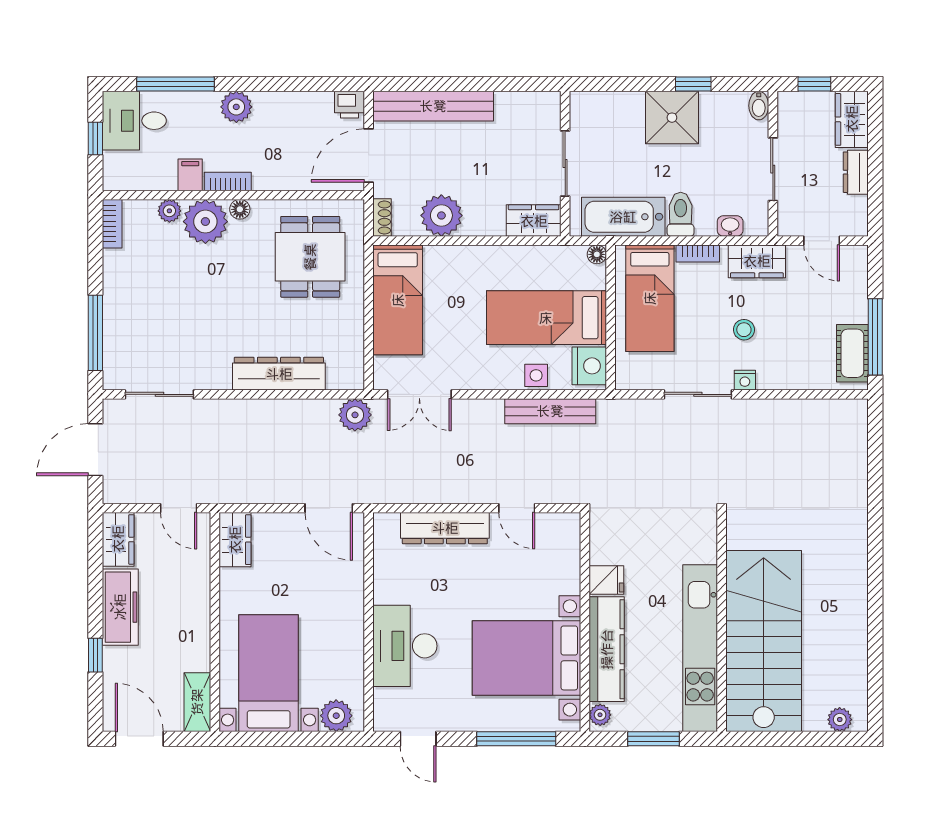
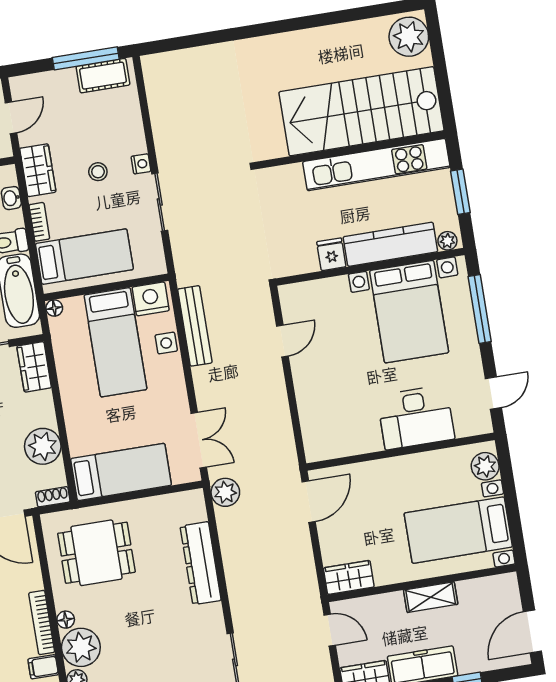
bookcase: (228, 181) -> (42, 623), width x1.56
door: (179, 508) -> (330, 630), hinge flipped
dresser: (445, 528) -> (310, 400), removed
shelving: (197, 702) -> (431, 597), moved
plant: (840, 720) -> (409, 37), width x1.87, depth x1.87

